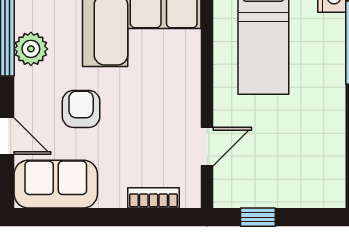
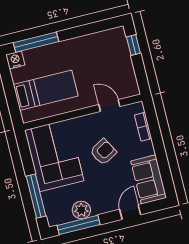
armchair: (81, 109) -> (103, 152), moved, turned 150
window: (258, 217) -> (133, 45), moved

